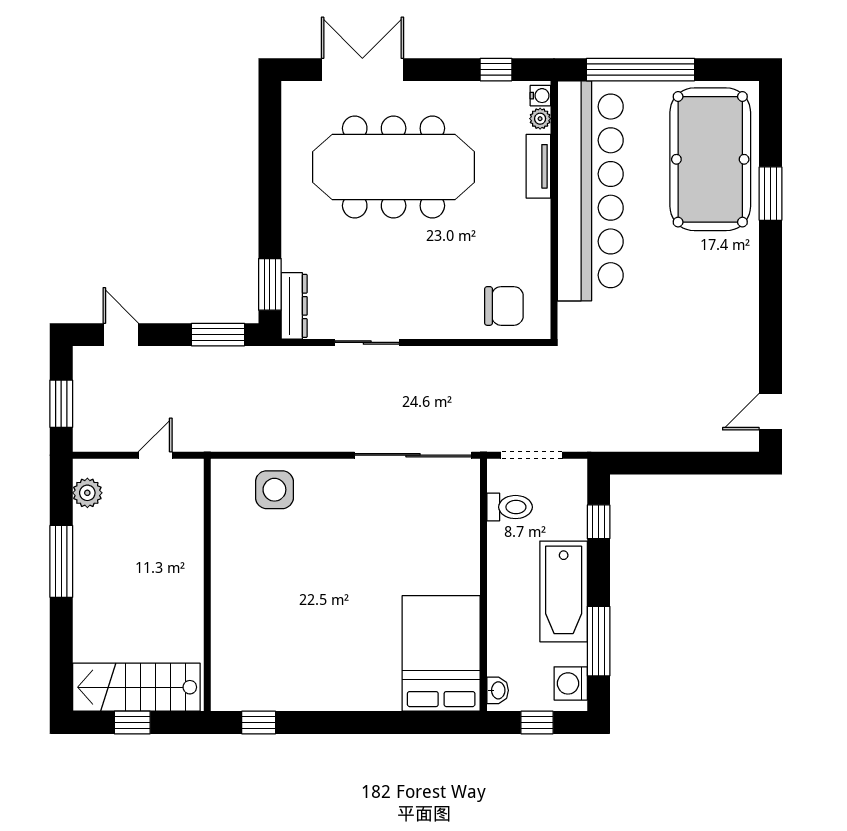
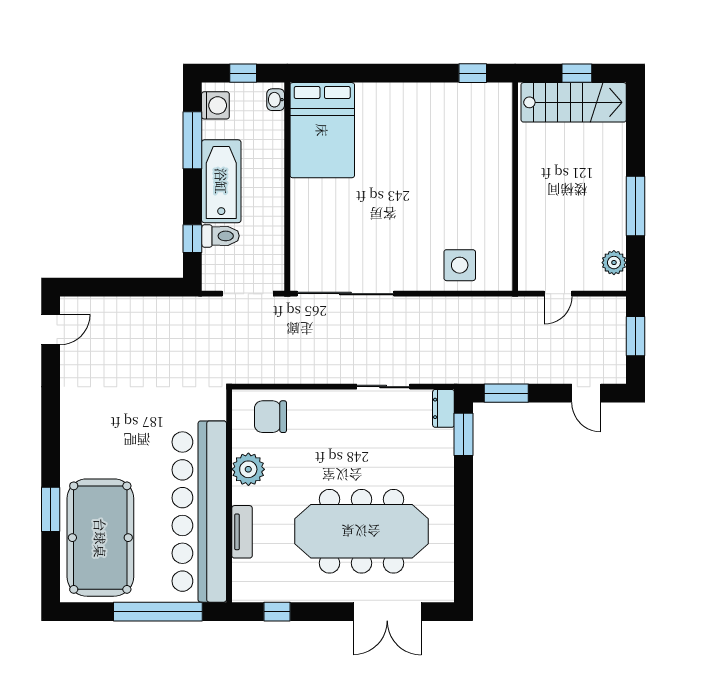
water cooler: (540, 96) -> (240, 590), removed
plant: (540, 119) -> (248, 469), moved, width x1.88, depth x1.88
dresser: (294, 306) -> (443, 408), width x0.70
toilet: (510, 507) -> (220, 236), moved, turned 180

